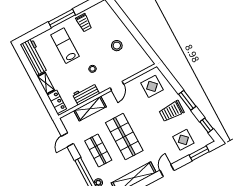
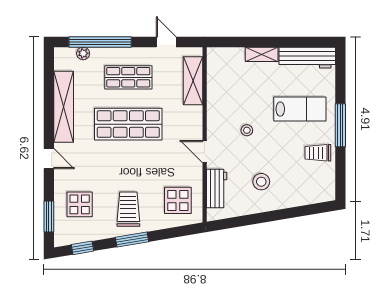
workbench: (86, 94) -> (217, 188), moved
locker: (57, 102) -> (227, 56), removed
shelving: (90, 109) -> (193, 81), moved

